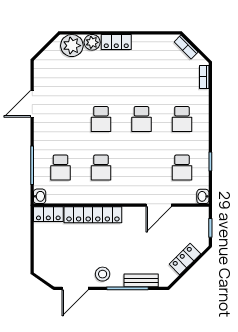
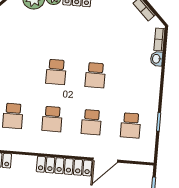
school desk: (182, 119) -> (91, 122), moved
washbasin: (203, 196) -> (157, 59), moved
locker: (93, 215) -> (64, 166), moved

